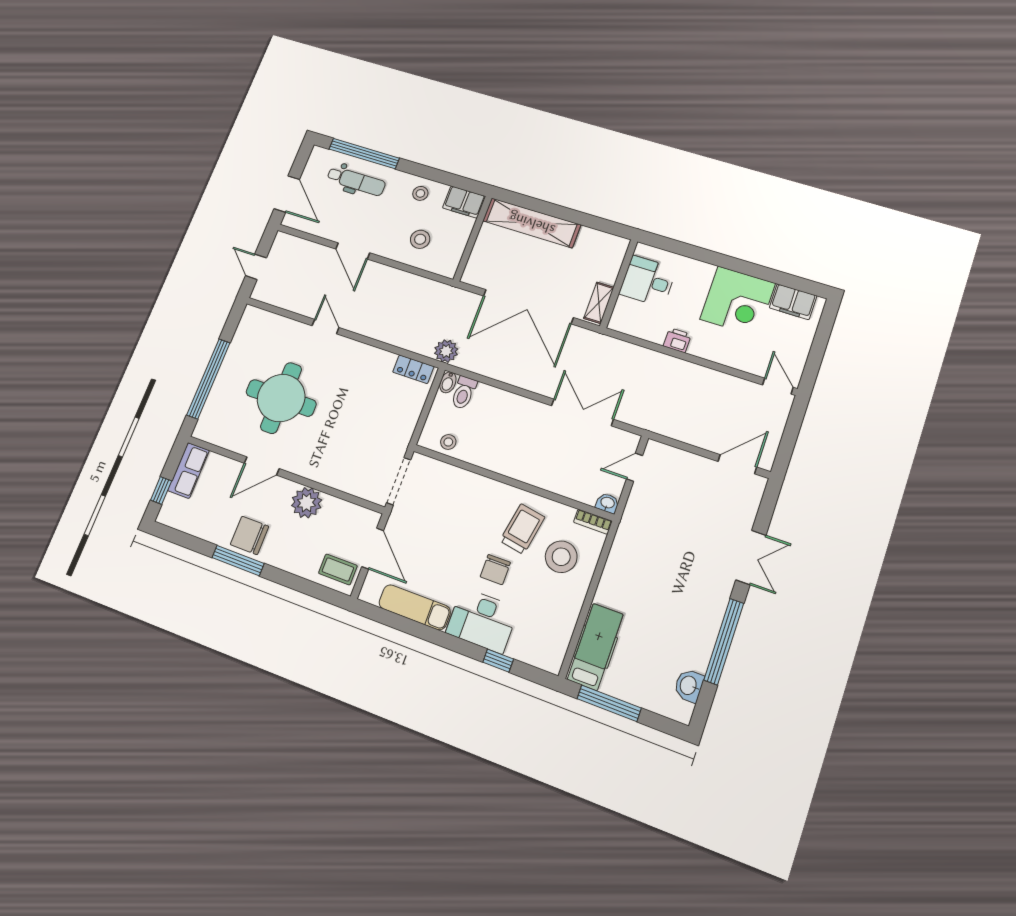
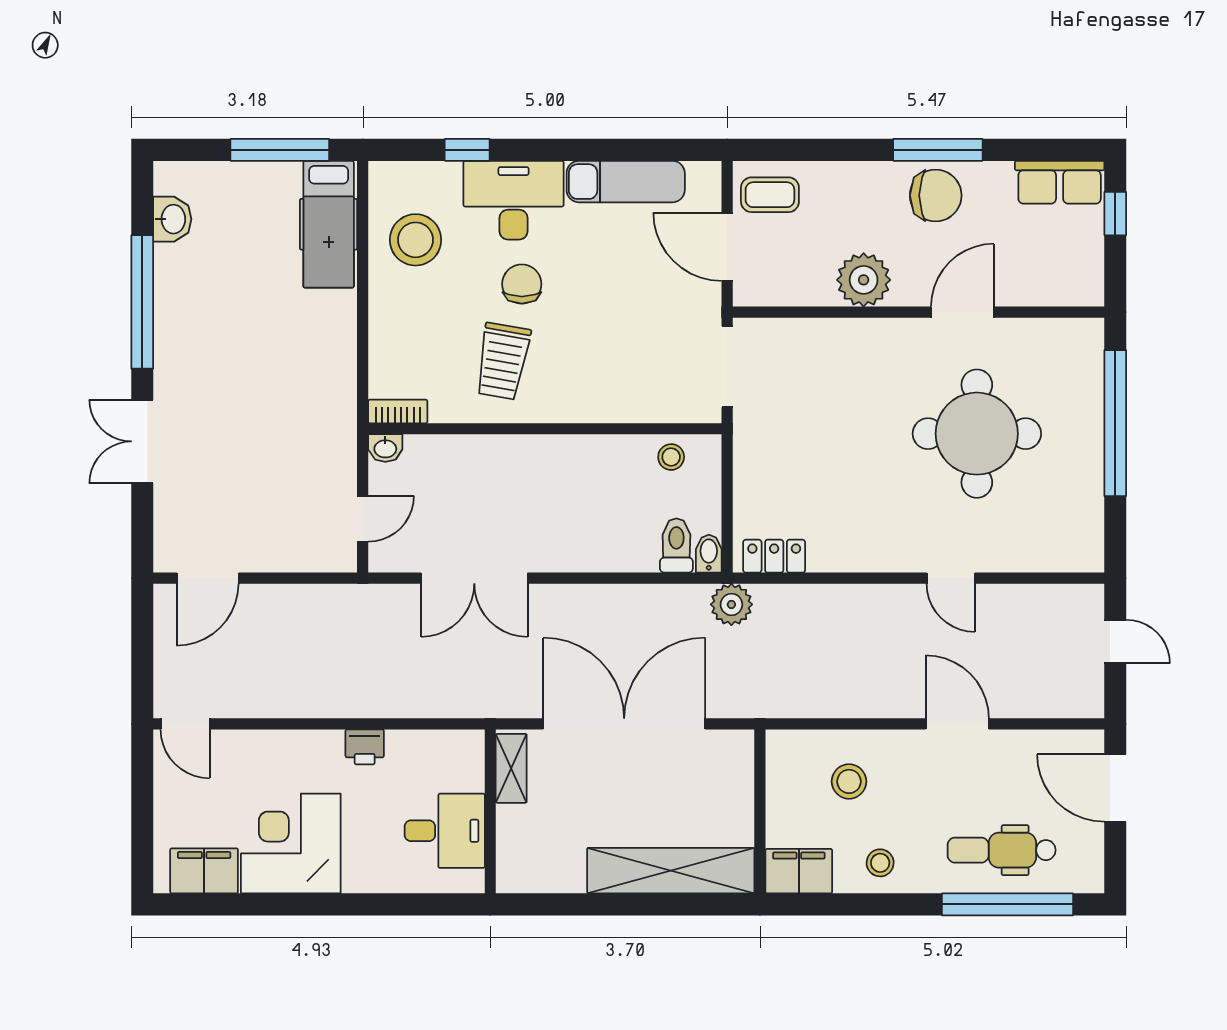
row of seats: (188, 470) -> (1060, 182), moved, turned -90
stool: (561, 557) -> (416, 240), moved

